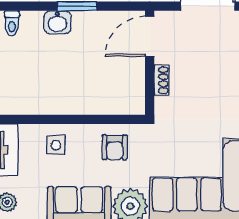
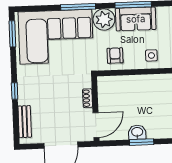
washbasin: (57, 22) -> (137, 132), moved

